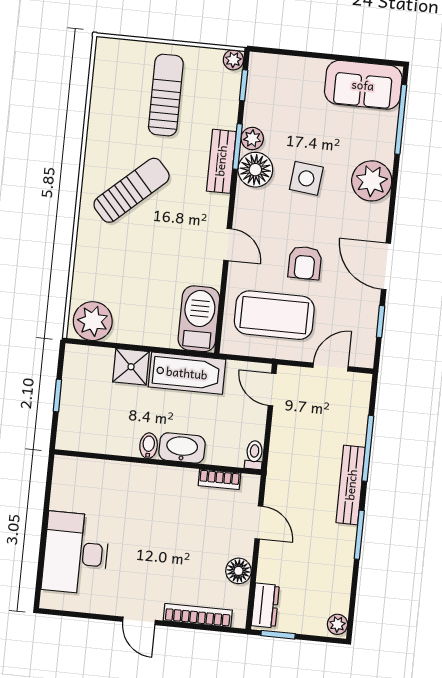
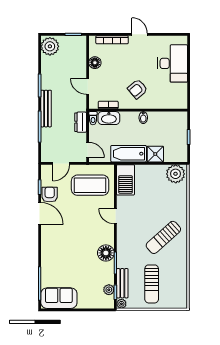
plant: (252, 138) -> (109, 290), moved
bench: (221, 161) -> (122, 283), moved
side table: (306, 178) -> (81, 251), removed
plant: (372, 181) -> (50, 253), removed
armchair: (305, 263) -> (50, 194), moved
washbasin: (182, 448) -> (109, 118), moved
armchair: (155, 507) -> (137, 89), added
dresser: (265, 605) -> (81, 122), moved
plant: (337, 624) -> (50, 46), width x1.87, depth x1.87

